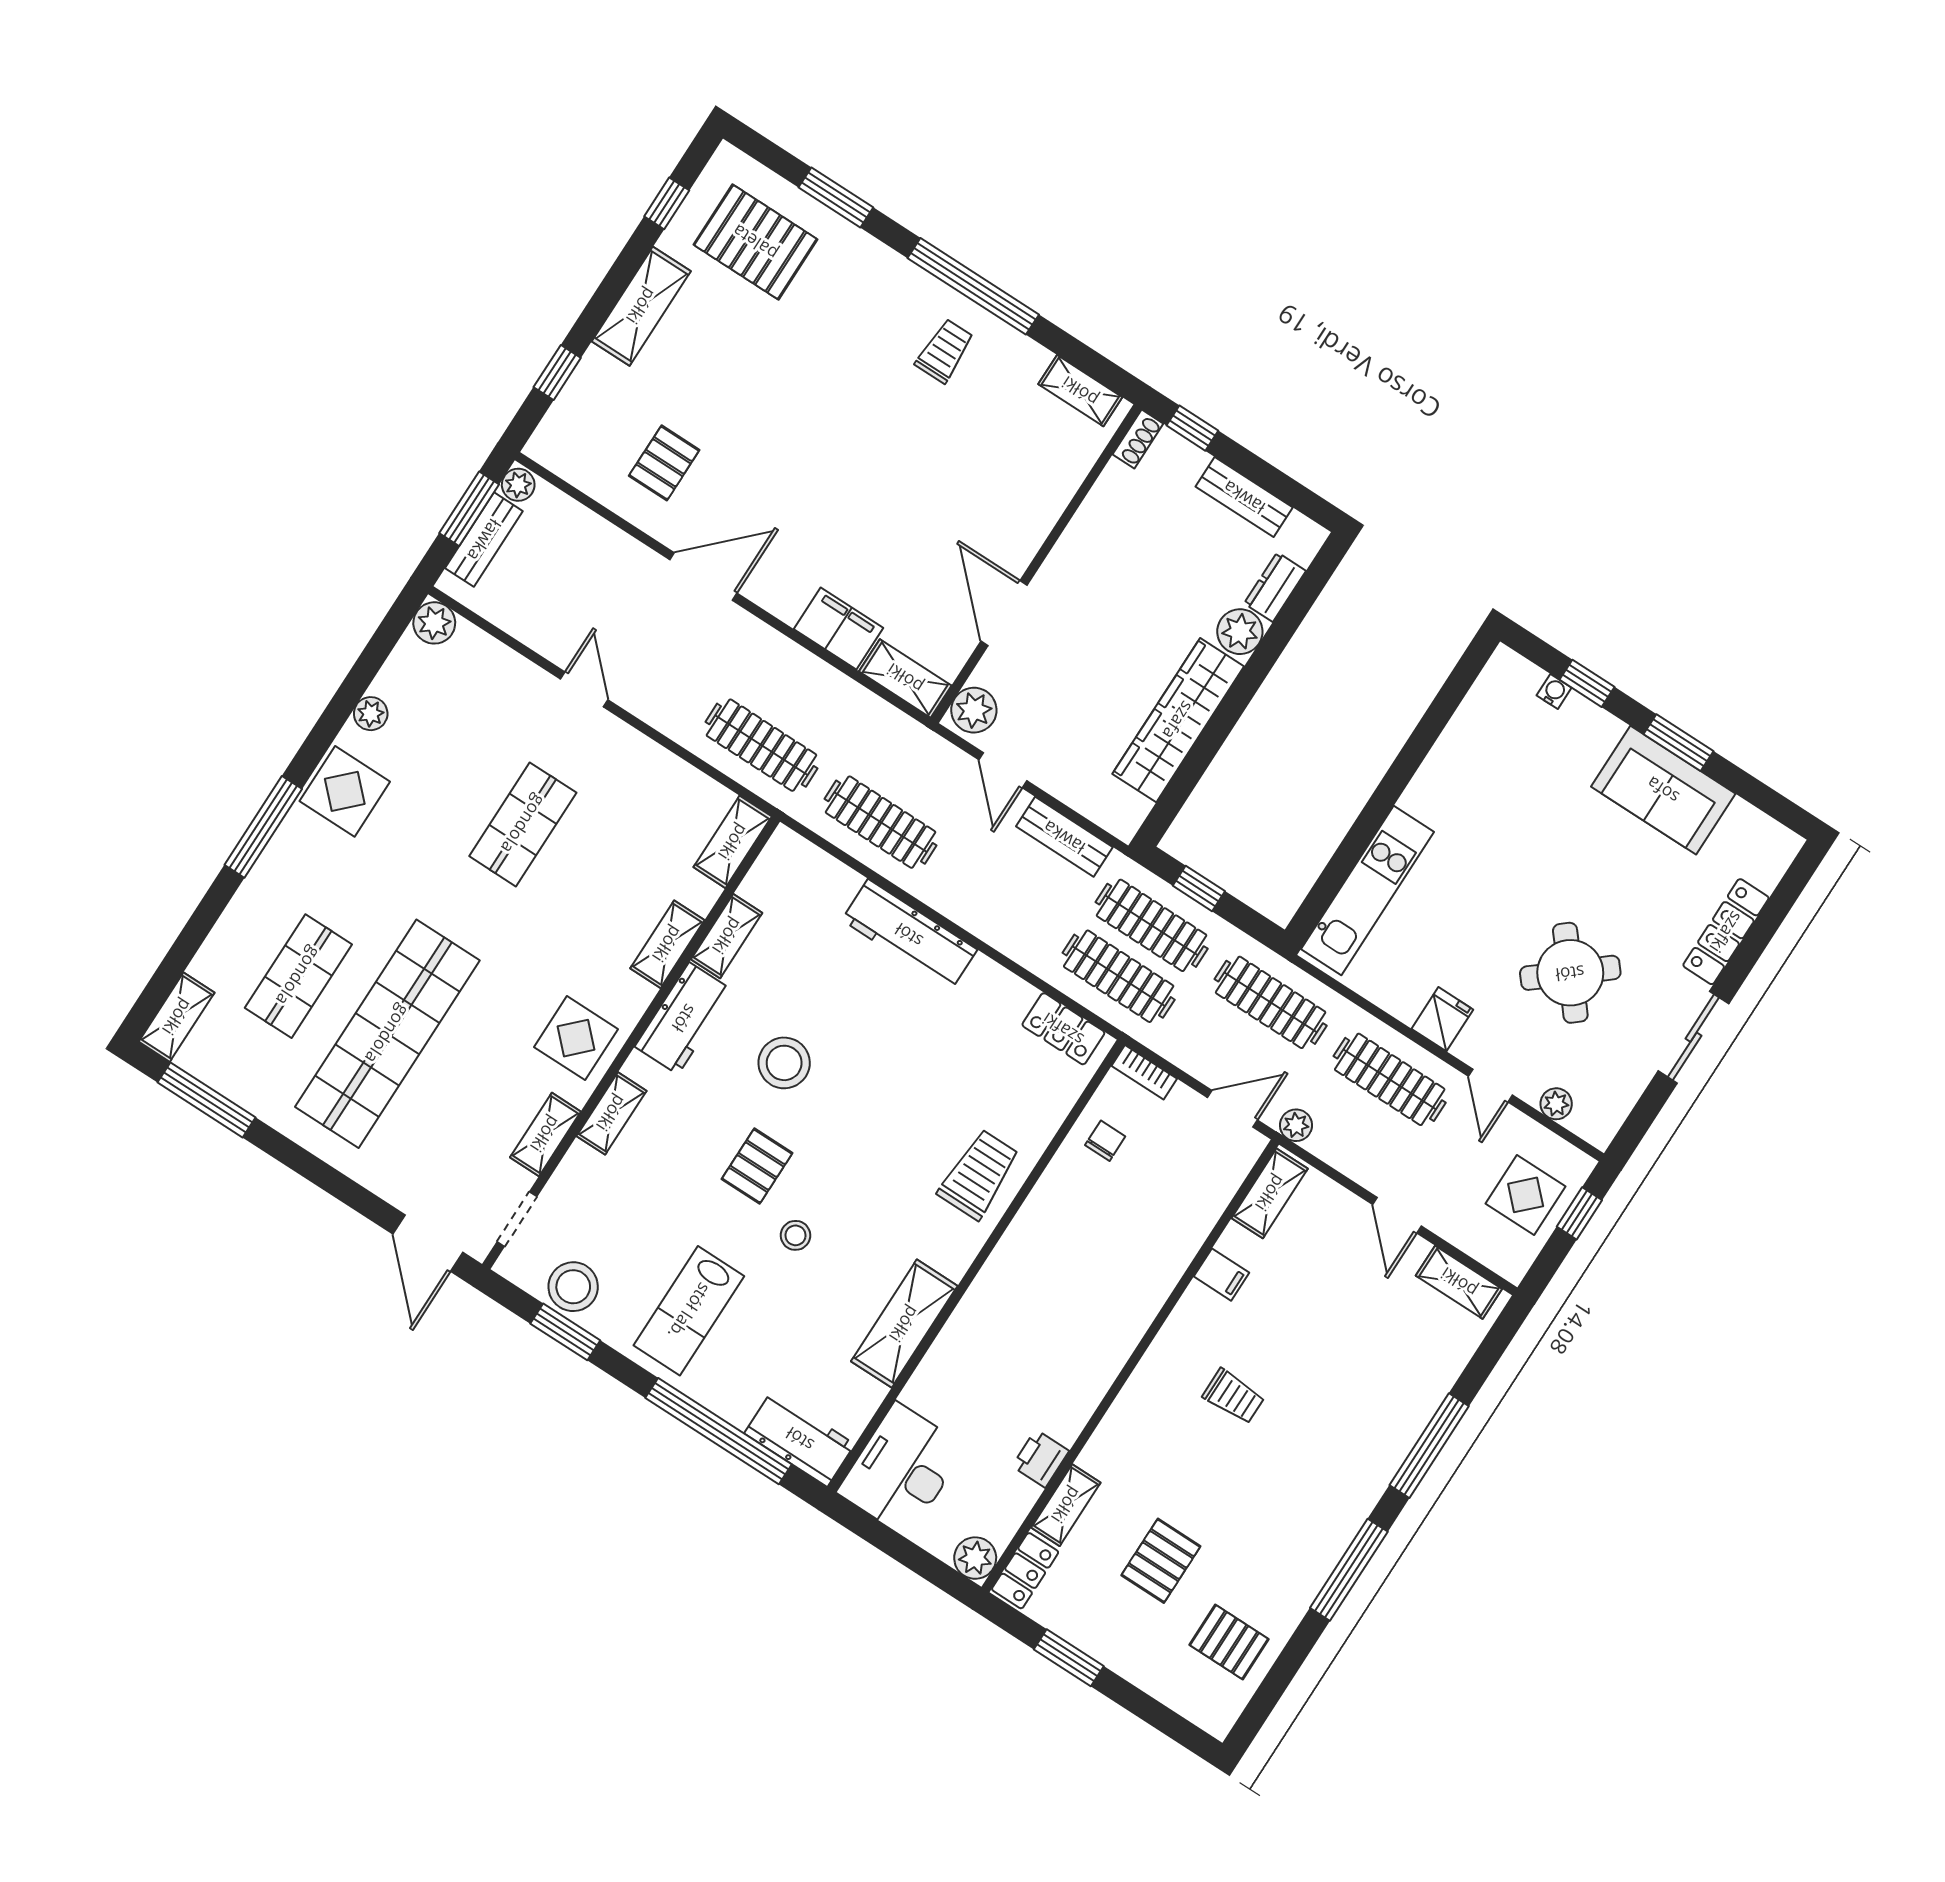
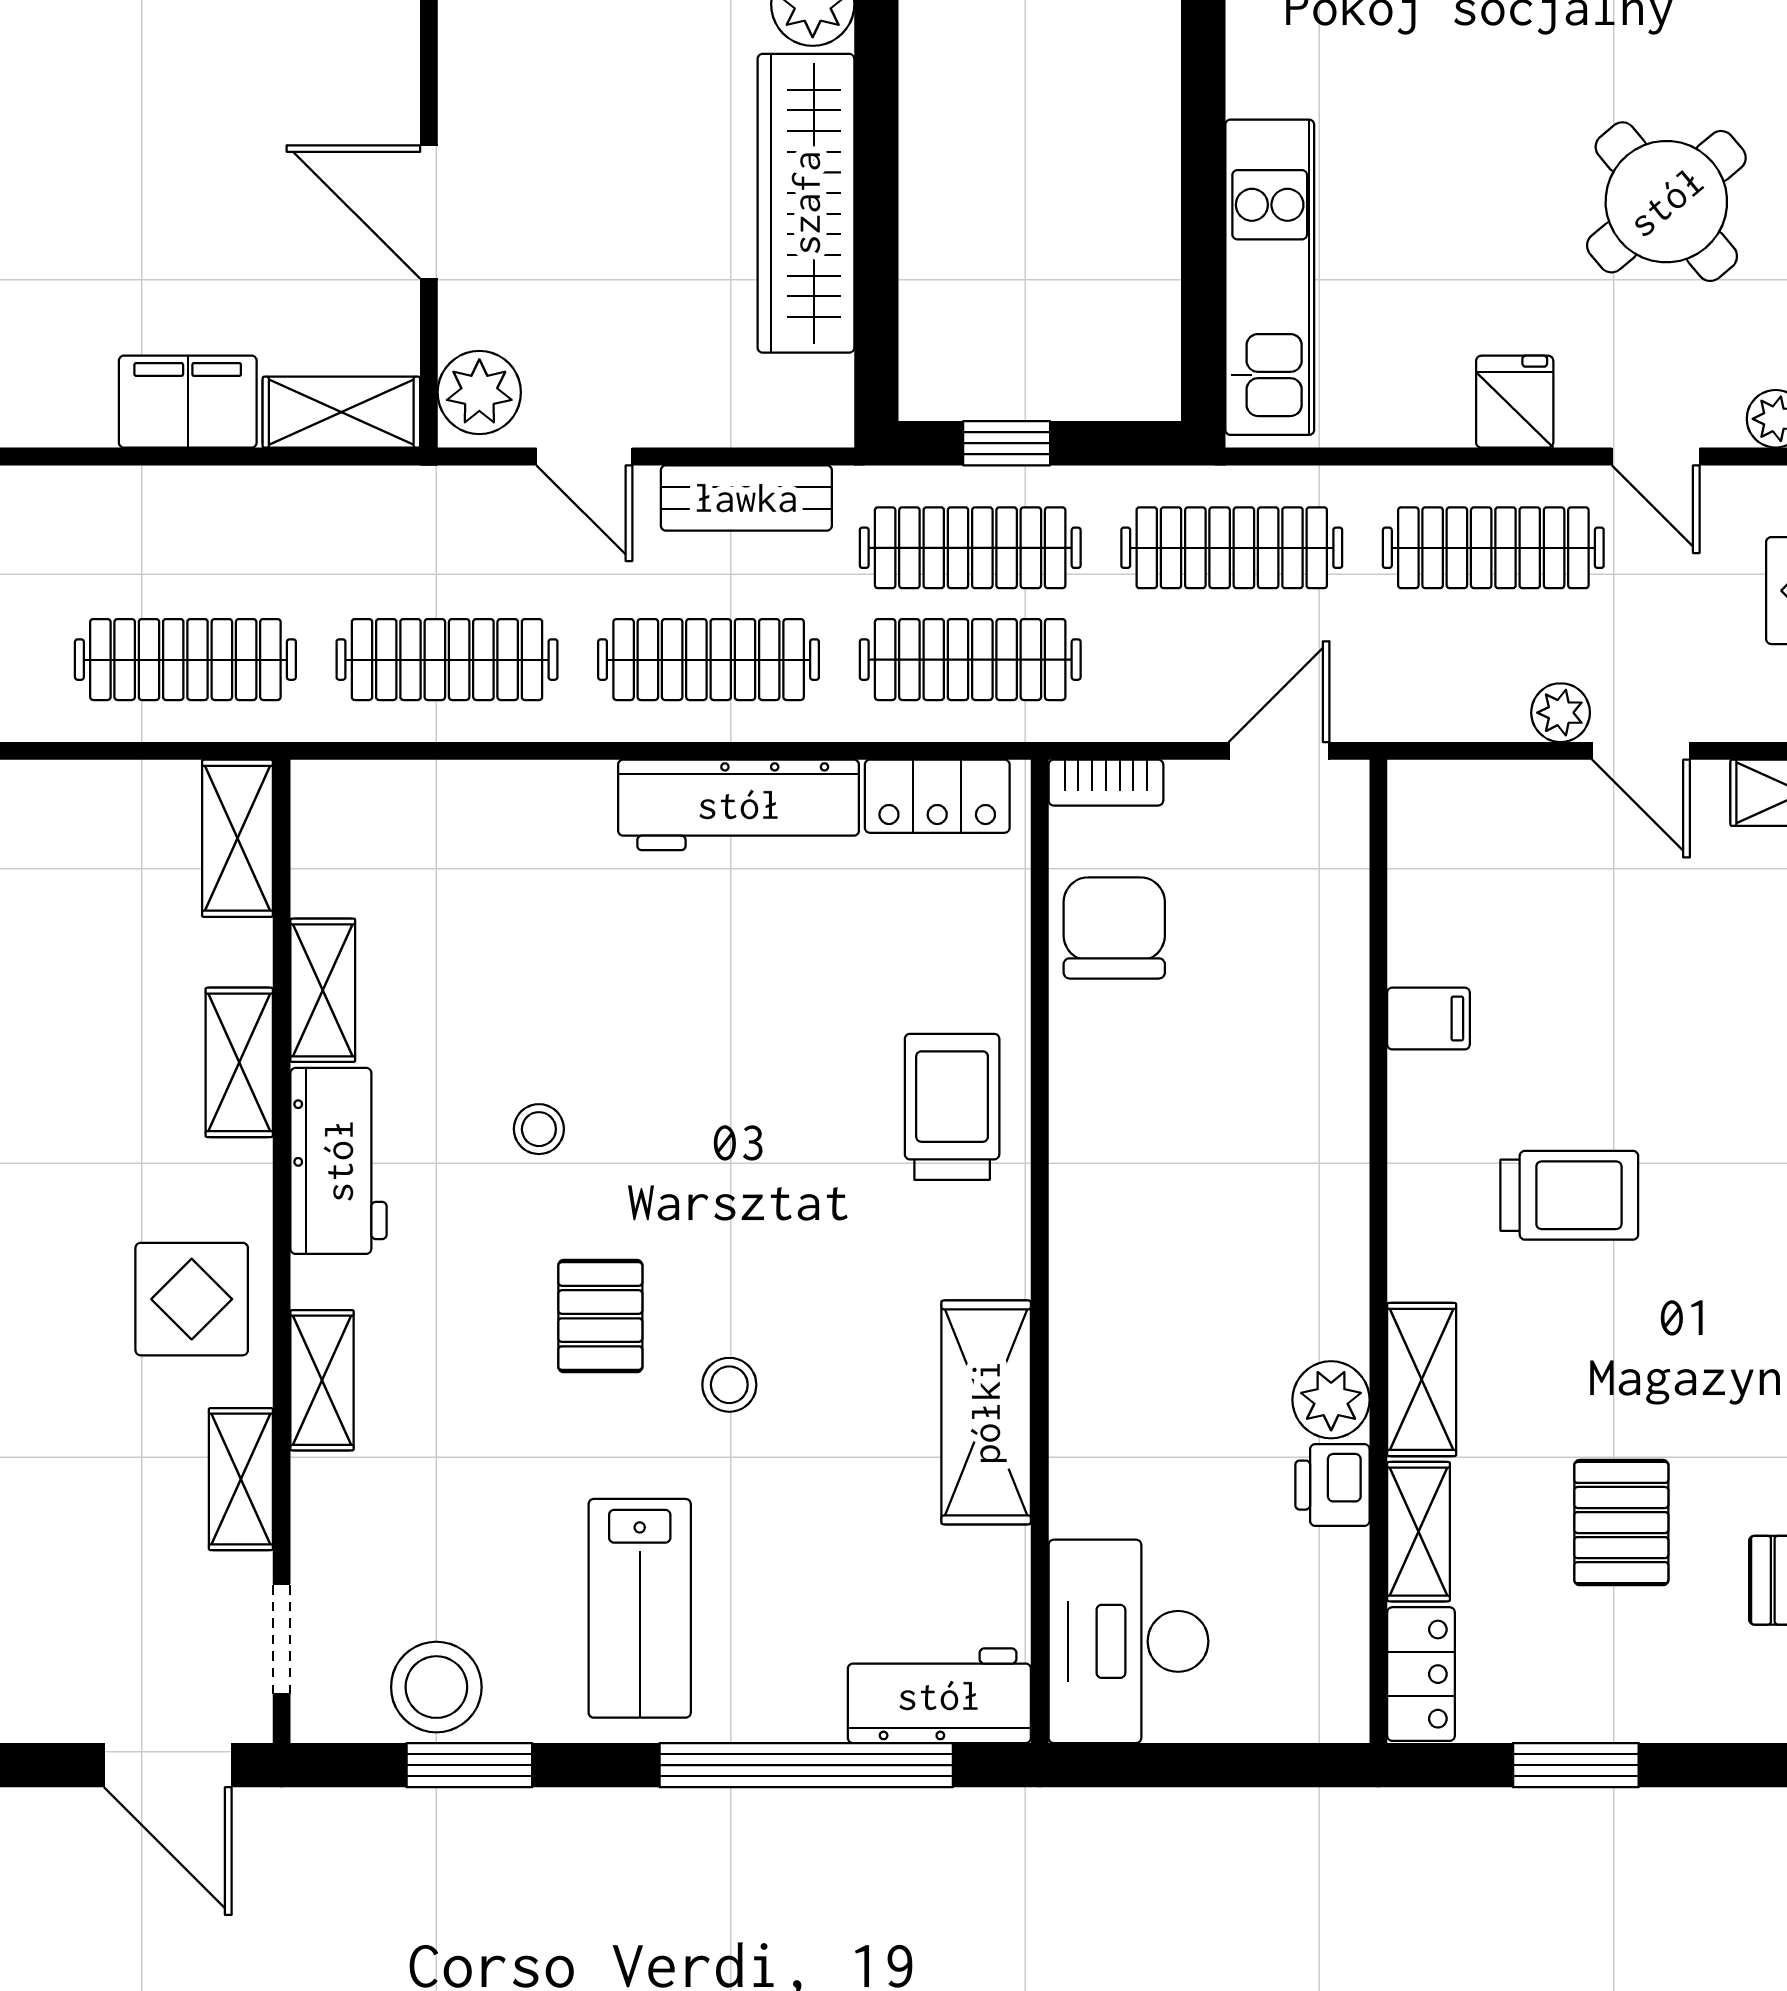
clothes rail: (1000, 899) -> (709, 660), added
workbench: (909, 935) -> (739, 805), moved
stool: (784, 1063) -> (539, 1129), width x0.53, depth x0.53
plant: (1296, 1125) -> (1561, 713), moved
chair: (1105, 1141) -> (1114, 928), width x1.87, depth x1.87
shelving: (1270, 1193) -> (1422, 1379), moved
trolley: (1234, 1396) -> (1569, 1195), width x1.36, depth x1.39
plant: (975, 1558) -> (1331, 1400), moved

